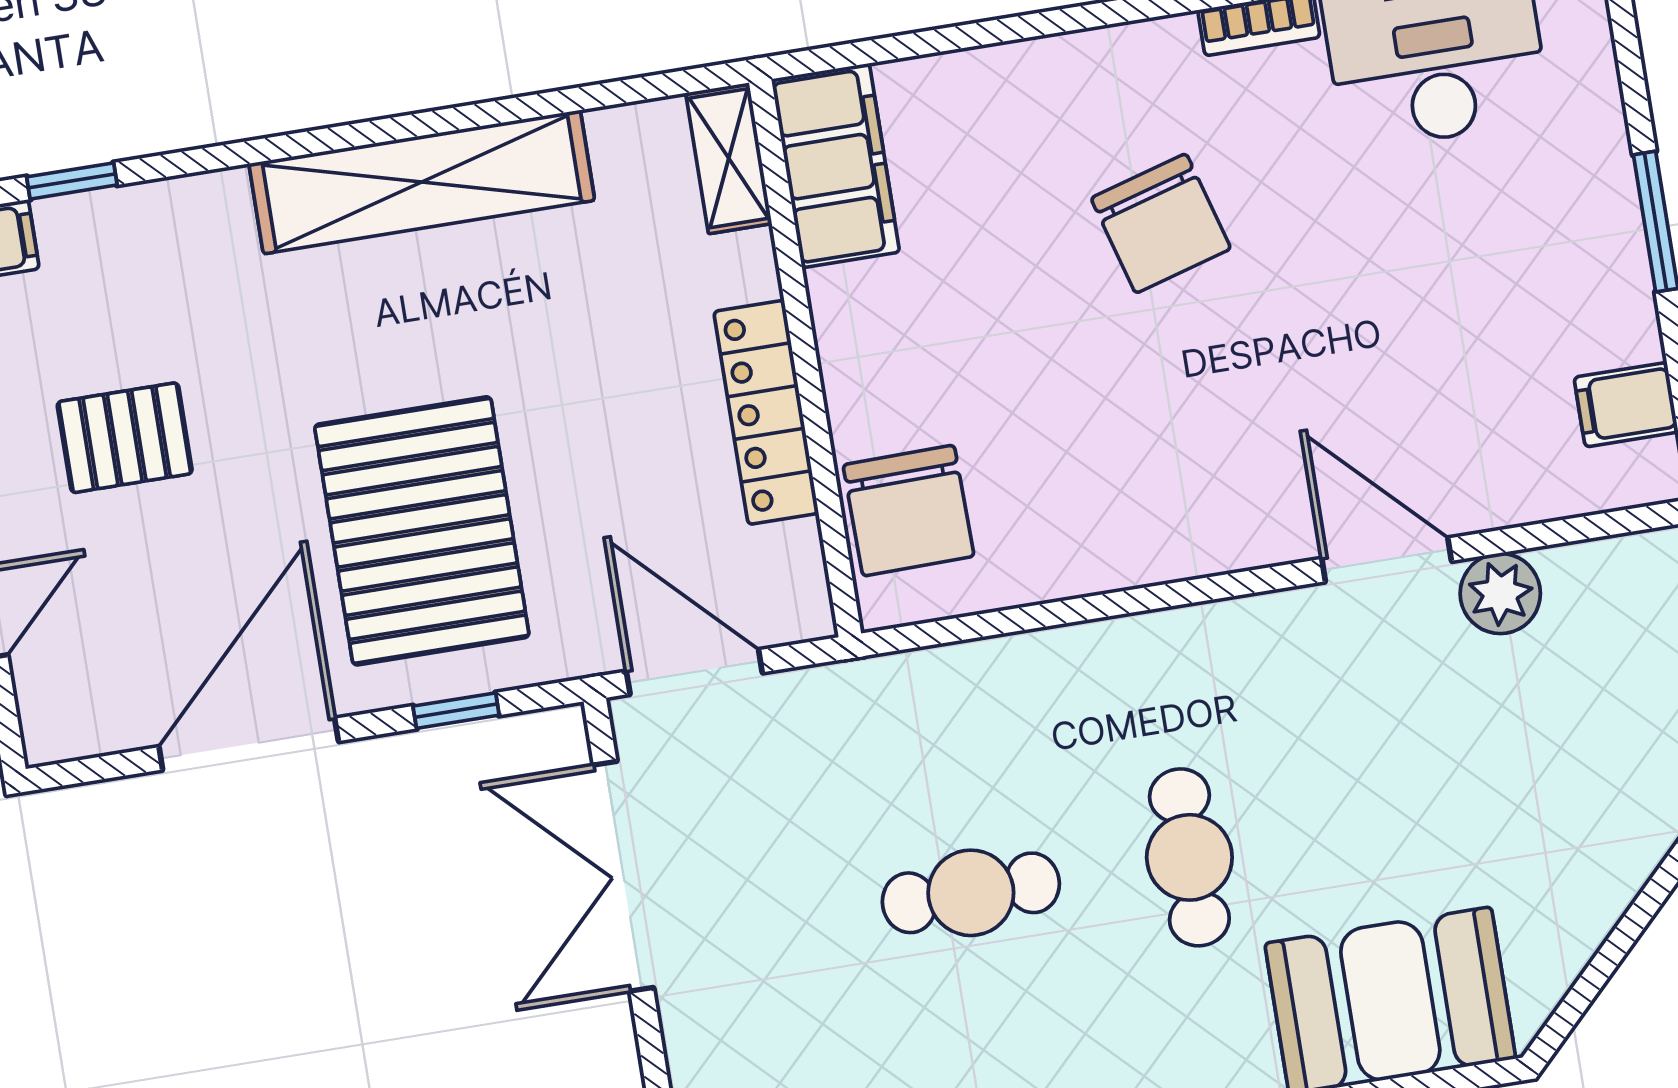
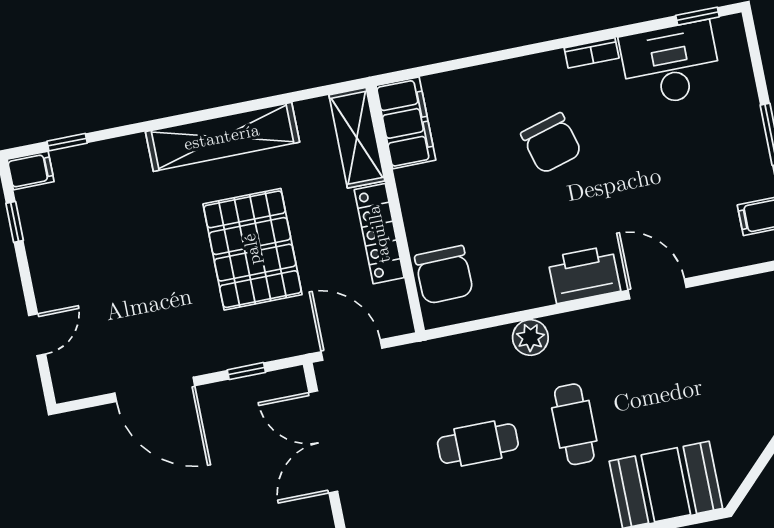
shelving: (729, 158) -> (357, 138), width x1.50, depth x1.33
pallet: (125, 438) -> (95, 255), removed
printer: (1224, 521) -> (584, 274), added
pallet: (422, 531) -> (252, 249), moved
plant: (1500, 593) -> (530, 338), moved
door: (249, 744) -> (155, 389), swing flipped

